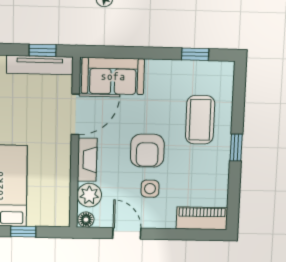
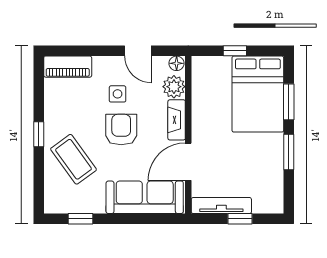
window: (43, 50) -> (240, 219), moved
sofa: (113, 76) -> (145, 197), width x1.36
coffee table: (200, 120) -> (74, 159), turned -36

